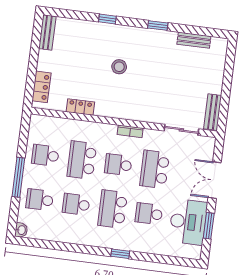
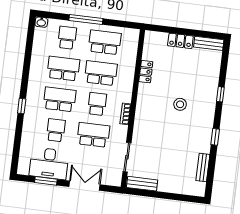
locker: (41, 87) -> (180, 41), moved
school desk: (45, 155) -> (105, 42), width x1.85
school desk: (76, 204) -> (63, 69), width x1.85

